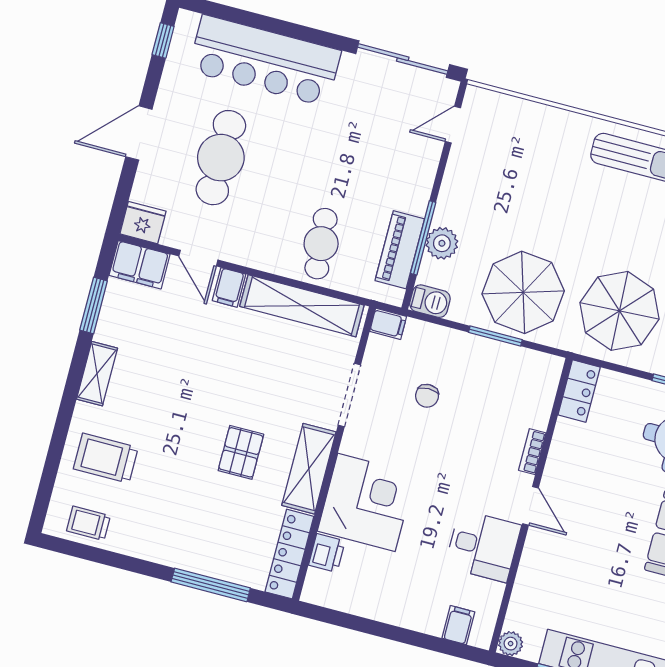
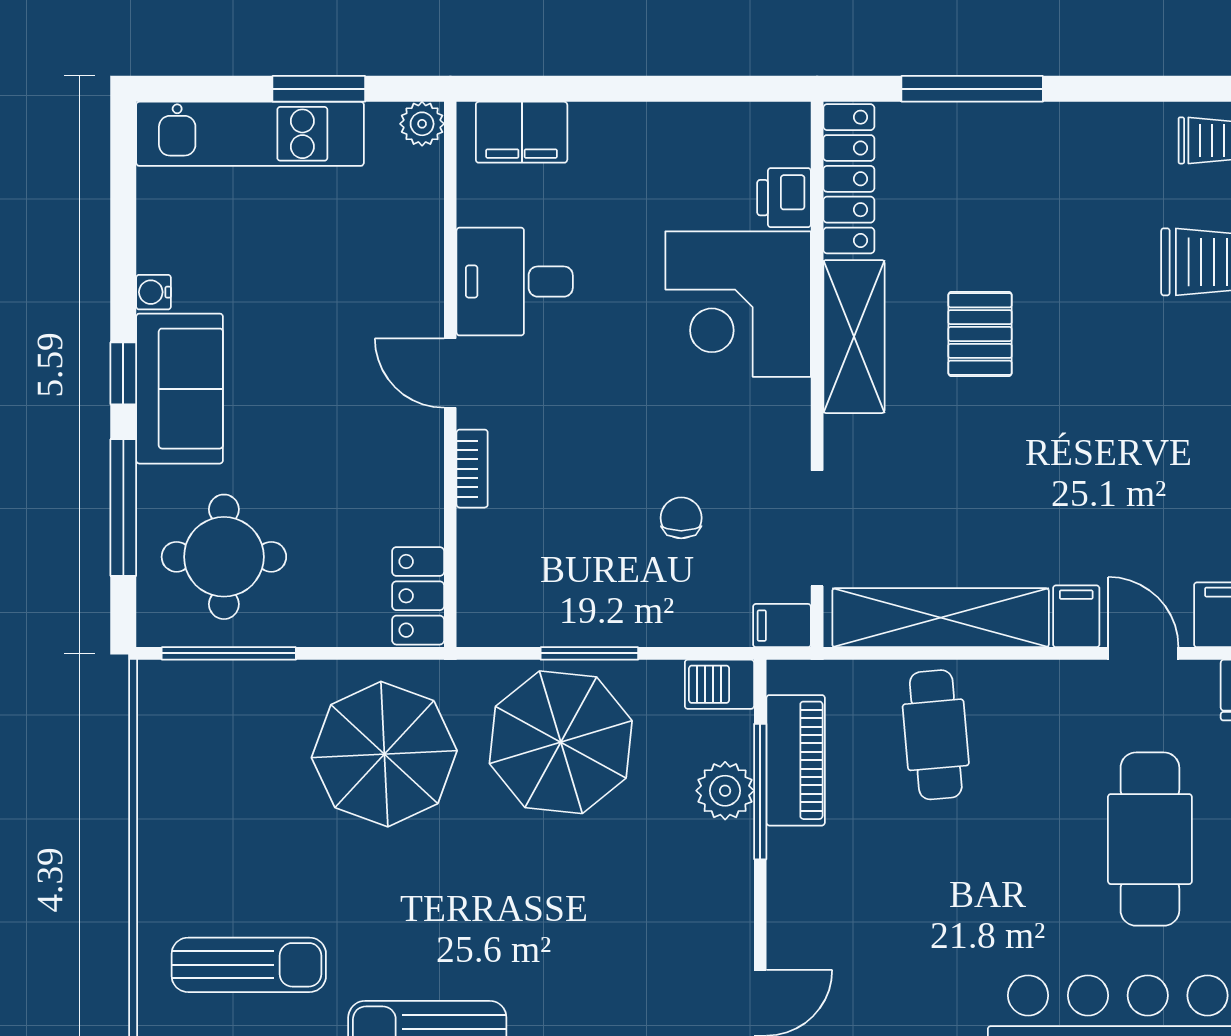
doorway: (349, 395) -> (817, 528), moved
filing cabinet: (458, 625) -> (522, 132), width x2.00

